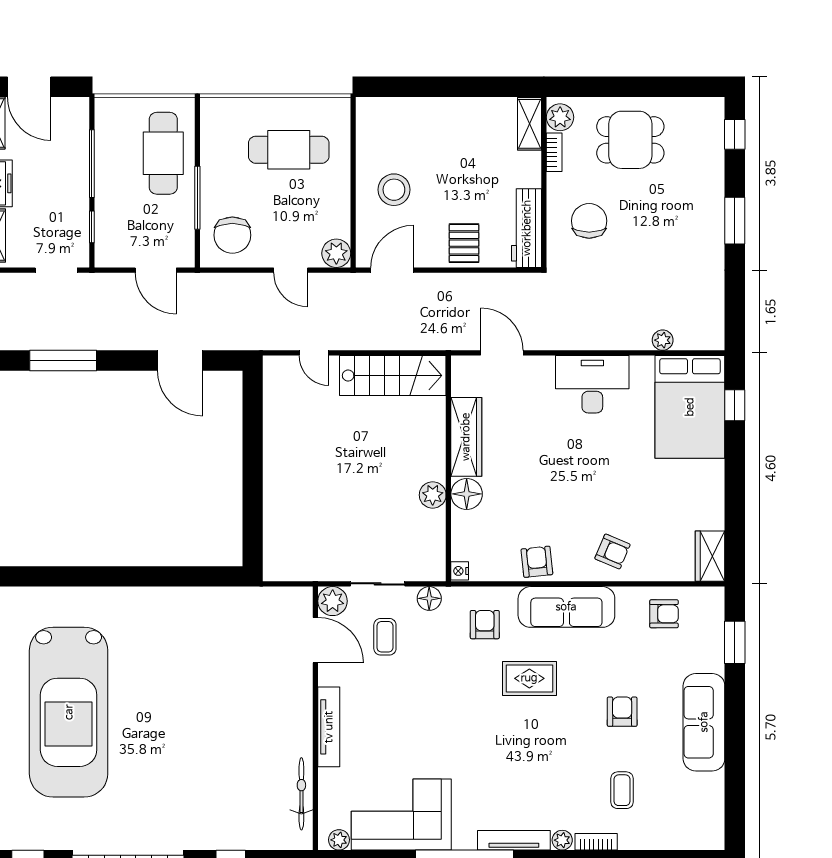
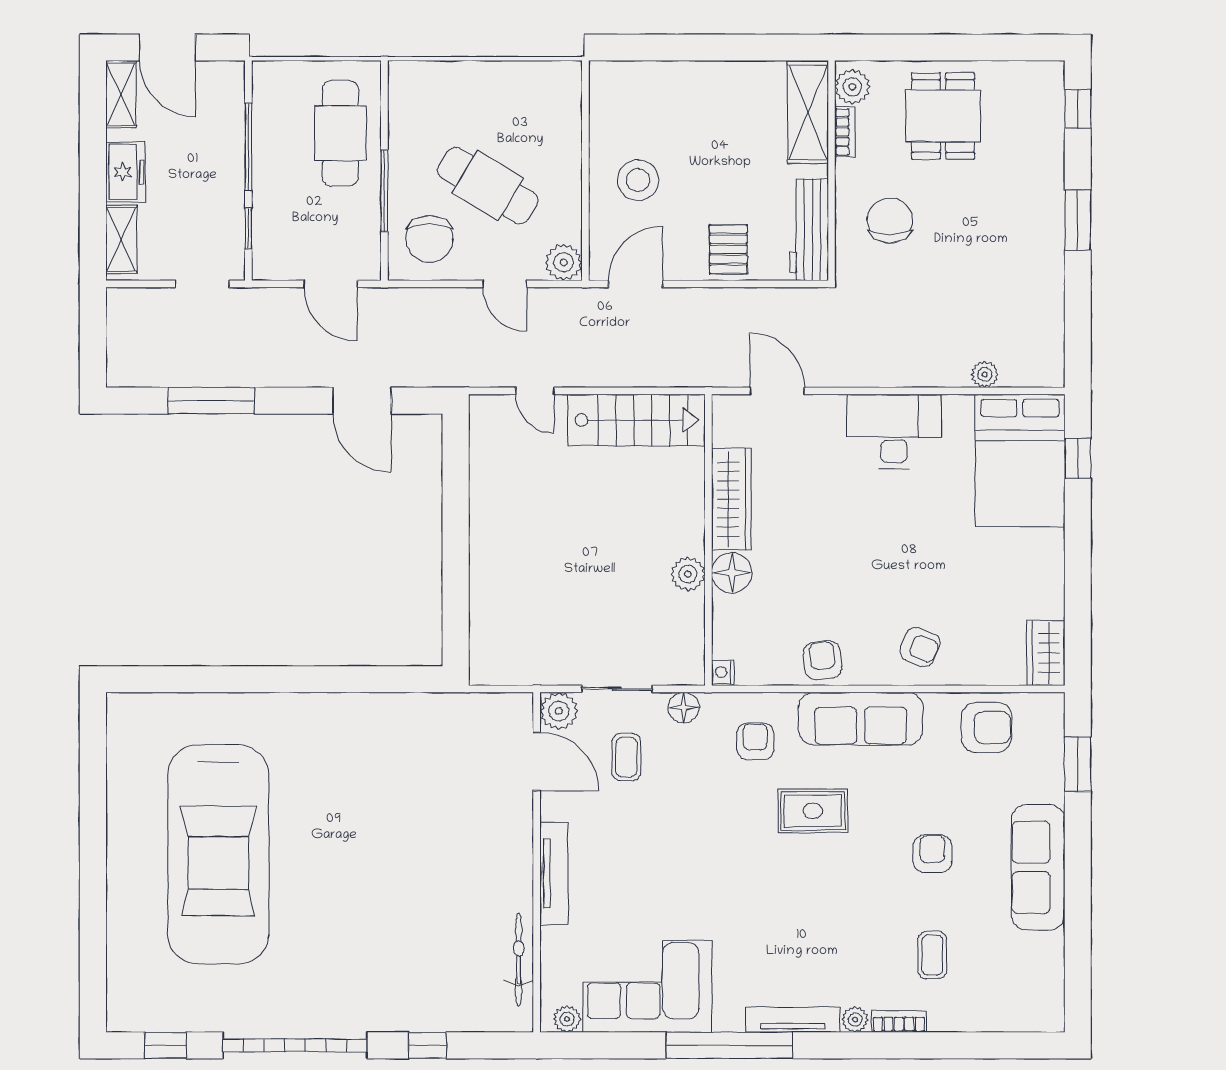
shelving: (530, 124) -> (808, 112), width x1.50, depth x1.33
dining table: (630, 140) -> (943, 116), turned 90
cafe table: (289, 150) -> (488, 186), moved, turned 31
armchair: (664, 614) -> (986, 727), width x1.38, depth x1.38

